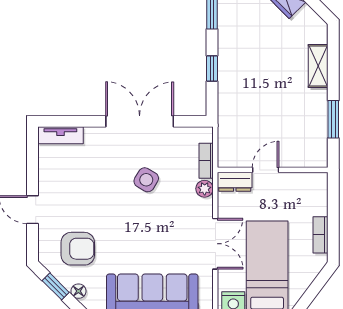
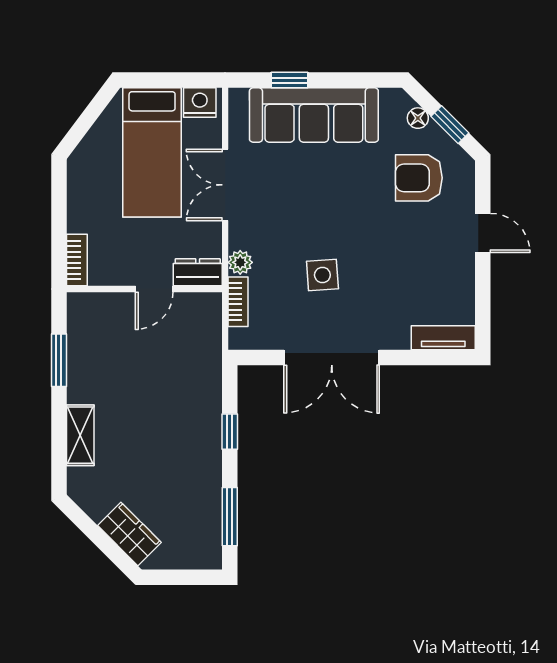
side table: (146, 180) -> (322, 275), turned -35
bookcase: (321, 235) -> (77, 260), moved

